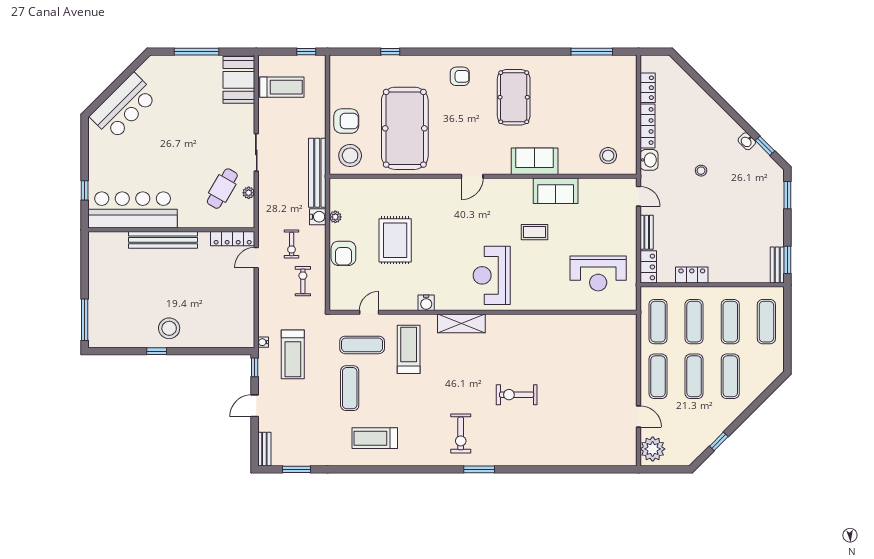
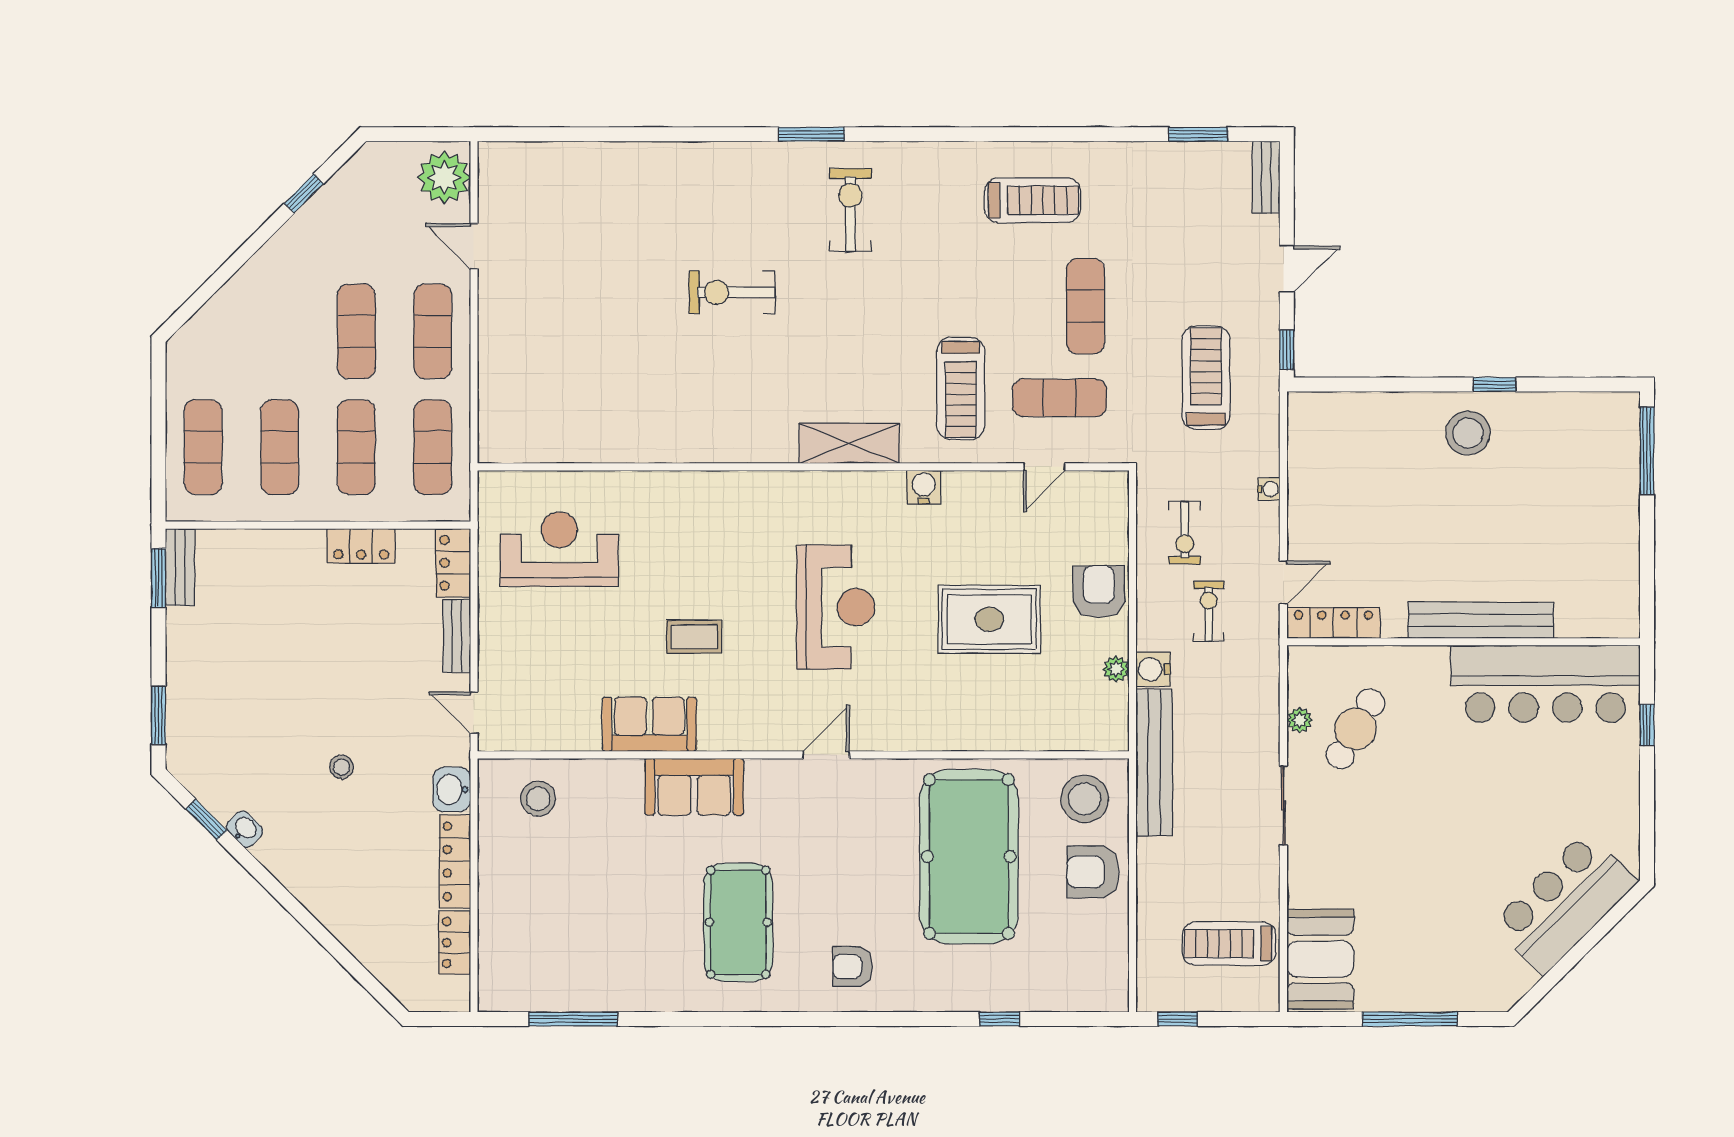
rug: (395, 240) -> (989, 619), turned 90
reception desk: (492, 275) -> (836, 607), moved
water cooler: (263, 342) -> (1269, 489), moved
exercise mat: (730, 376) -> (280, 331), removed
exercise bike: (517, 395) -> (732, 292), turned 180

